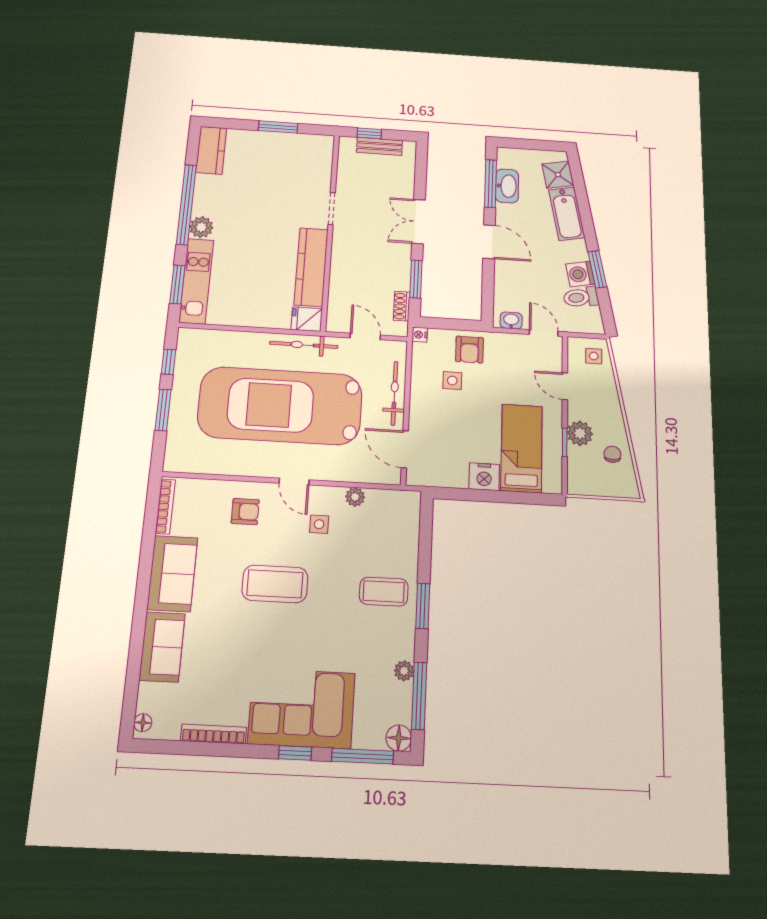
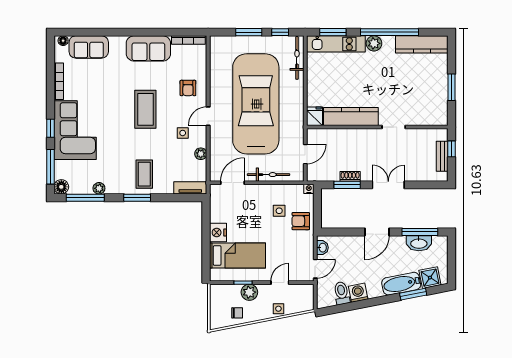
kitchen counter: (211, 150) -> (422, 44), width x1.50
window: (597, 269) -> (413, 294), moved
shoe rack: (402, 306) -> (350, 176), moved
bicycle: (304, 345) -> (297, 58), moved
side table: (594, 356) -> (278, 309), moved
tv unit: (410, 517) -> (190, 188), added
sofa: (162, 647) -> (89, 47), moved

